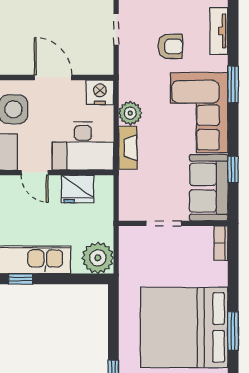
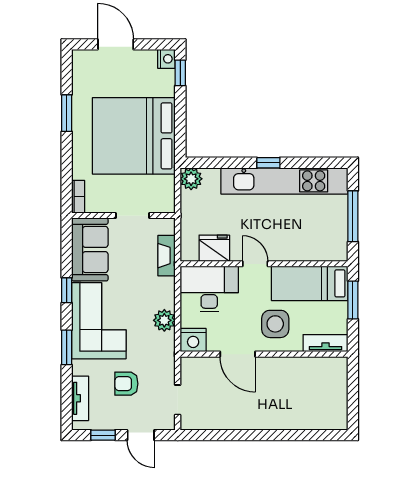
fireplace: (128, 148) -> (167, 256), moved
window: (233, 169) -> (67, 290), moved
plant: (98, 258) -> (191, 179), width x0.73, depth x0.73
bed: (184, 327) -> (134, 136), moved, turned 180

